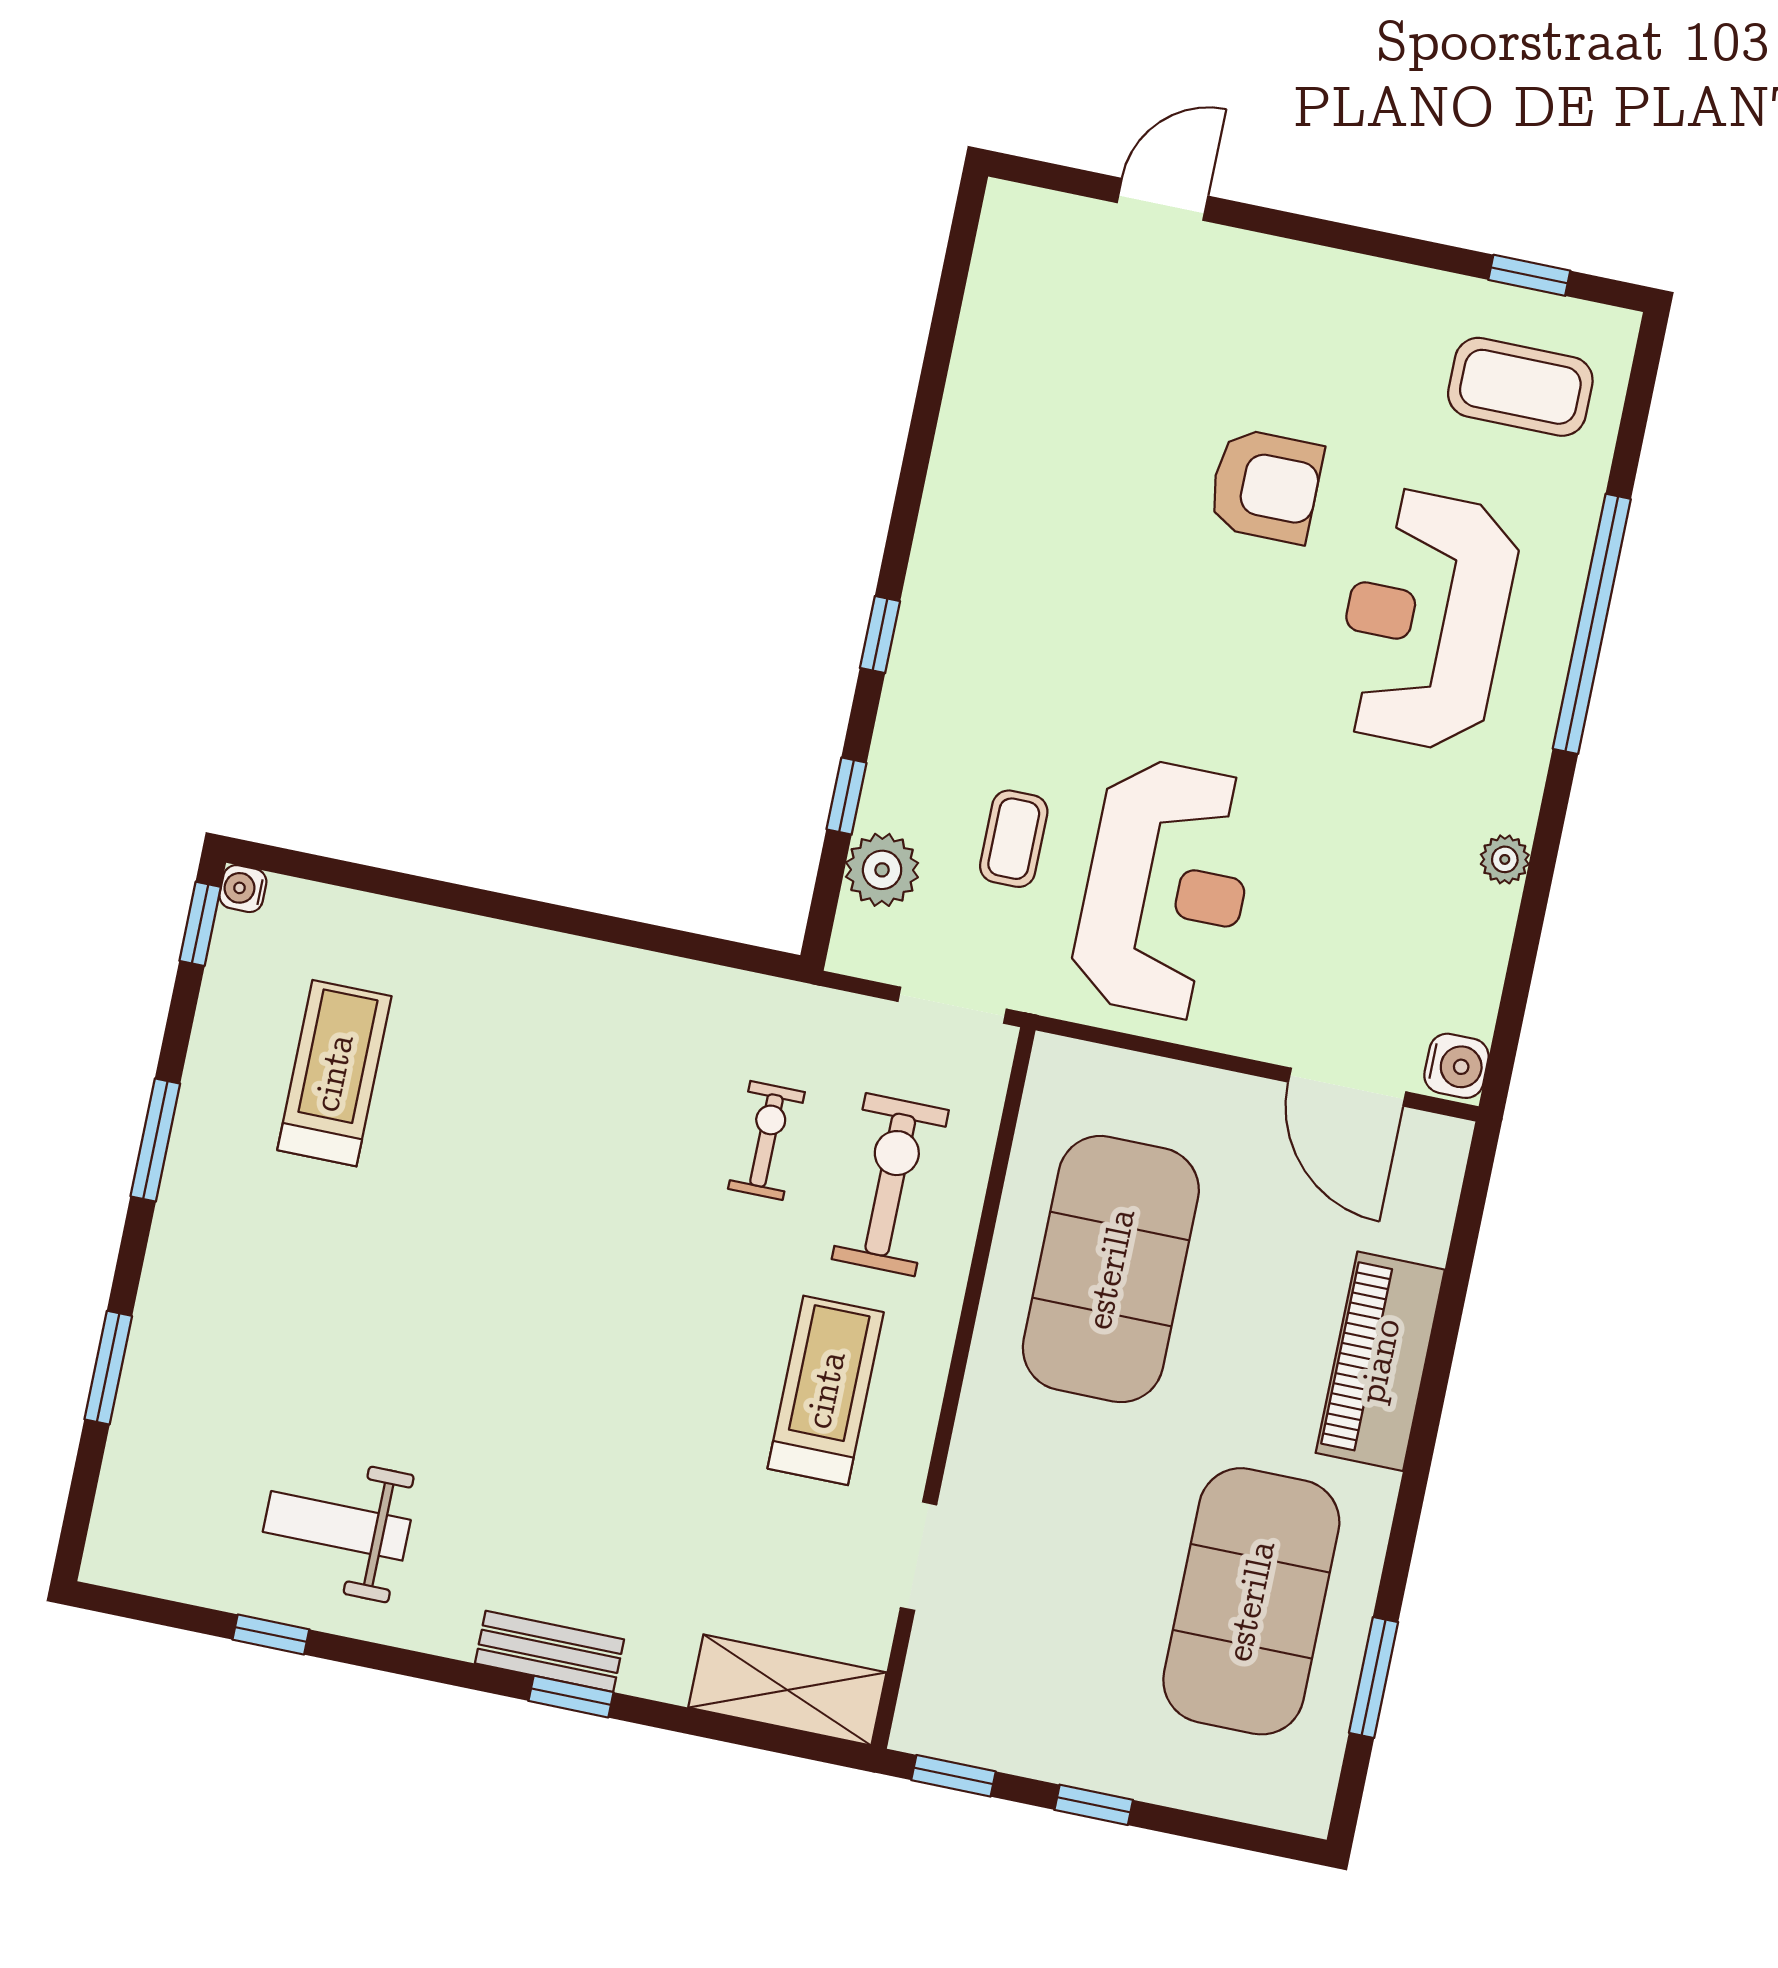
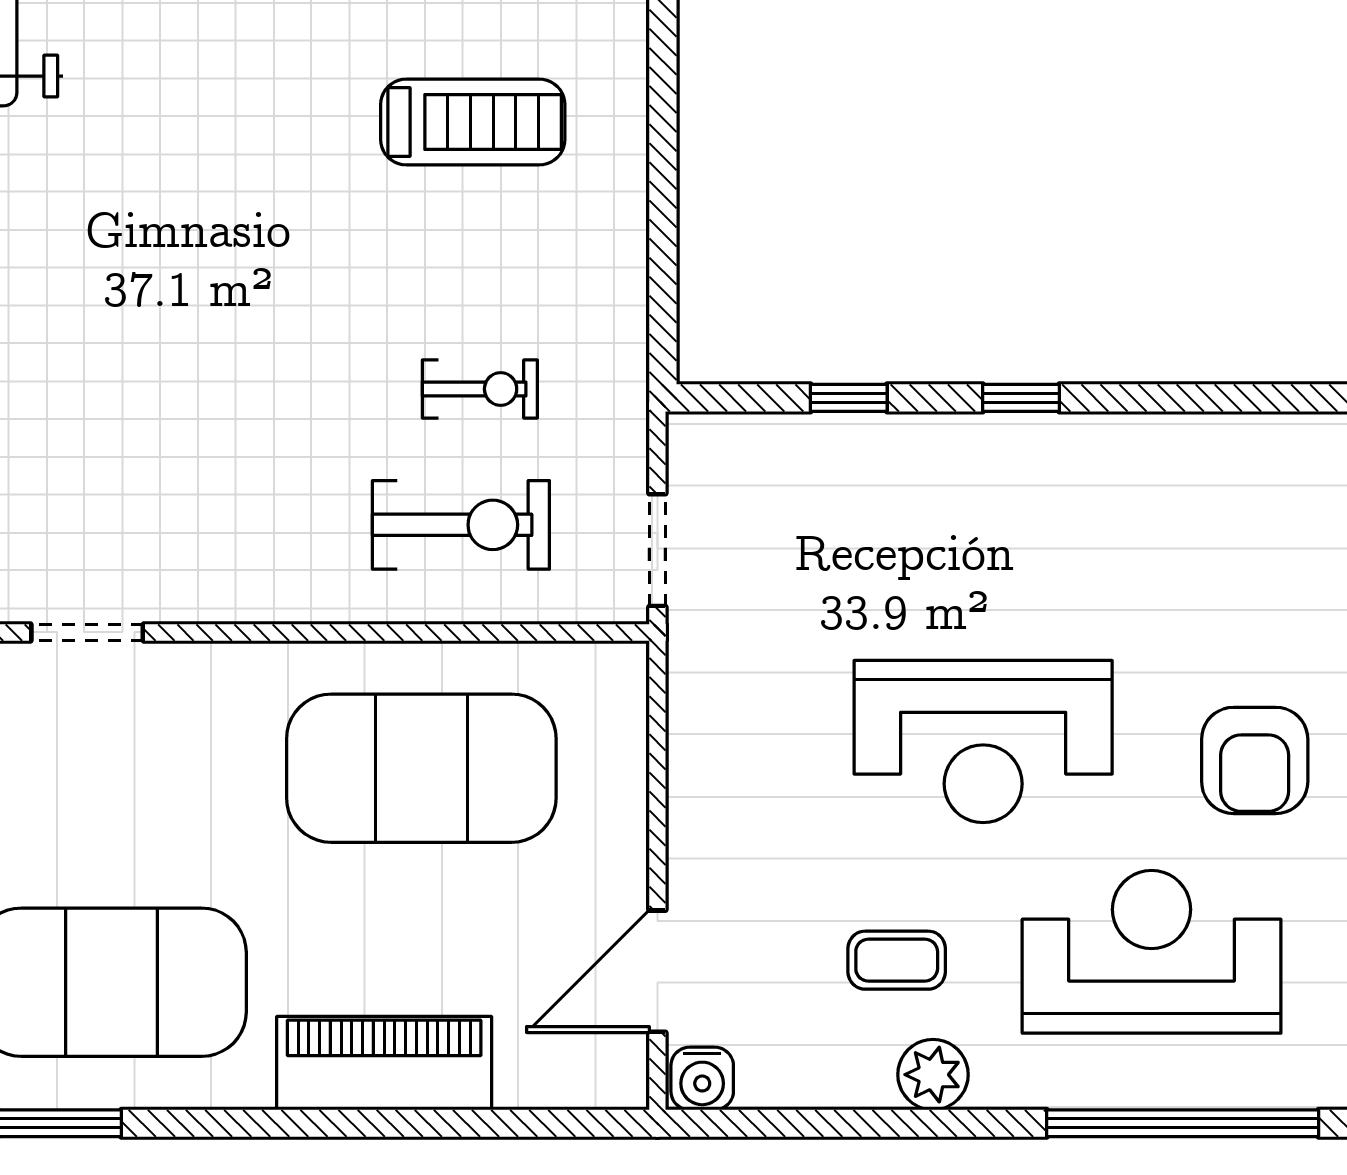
coffee table: (1014, 839) -> (897, 960), moved
plant: (1505, 859) -> (933, 1075), width x1.38, depth x1.38
plant: (882, 870) -> (781, 450), removed
reception desk: (1166, 889) -> (983, 742), moved
treadmill: (826, 1390) -> (473, 122), moved

